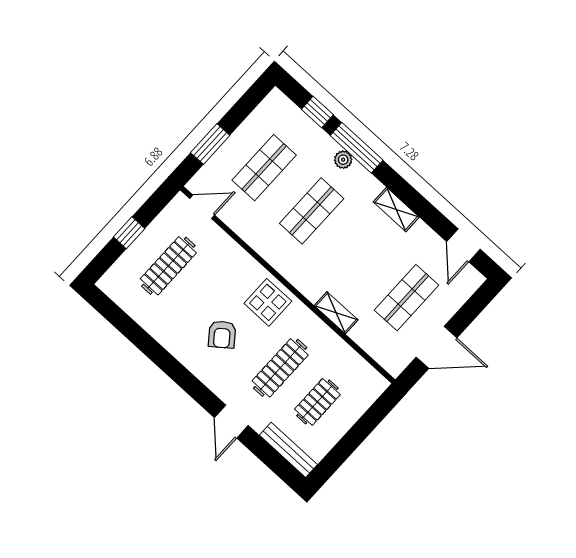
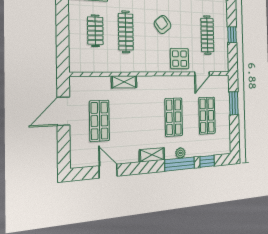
door: (202, 207) -> (202, 74), moved
shelving: (396, 209) -> (152, 155), moved
door: (463, 245) -> (108, 171), moved
display table: (268, 302) -> (180, 59), moved

